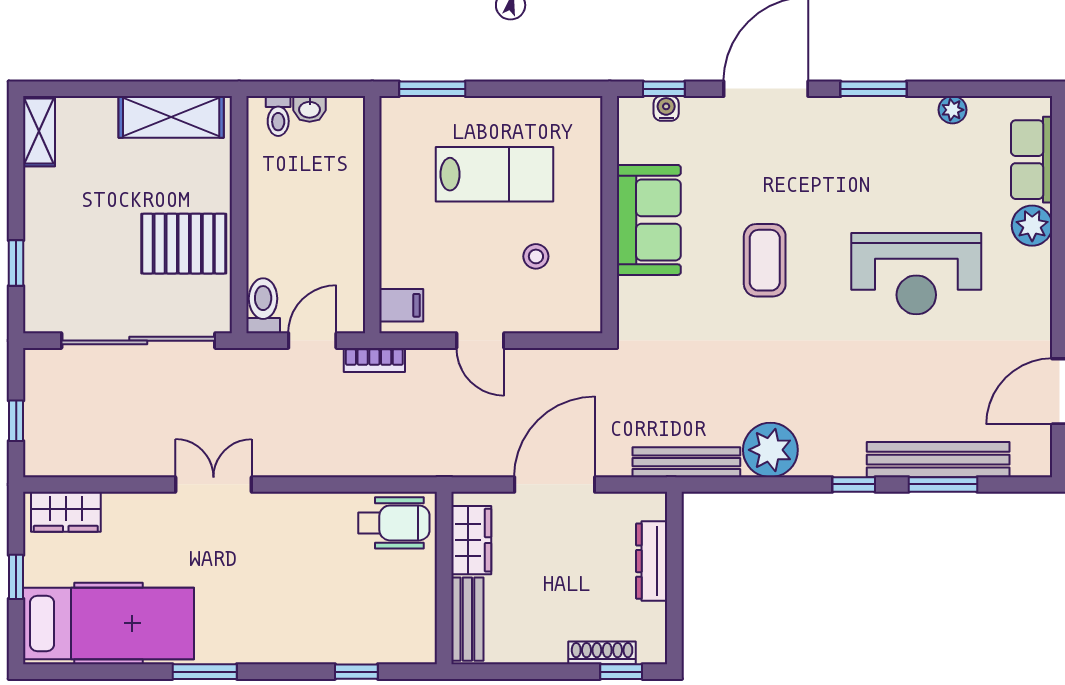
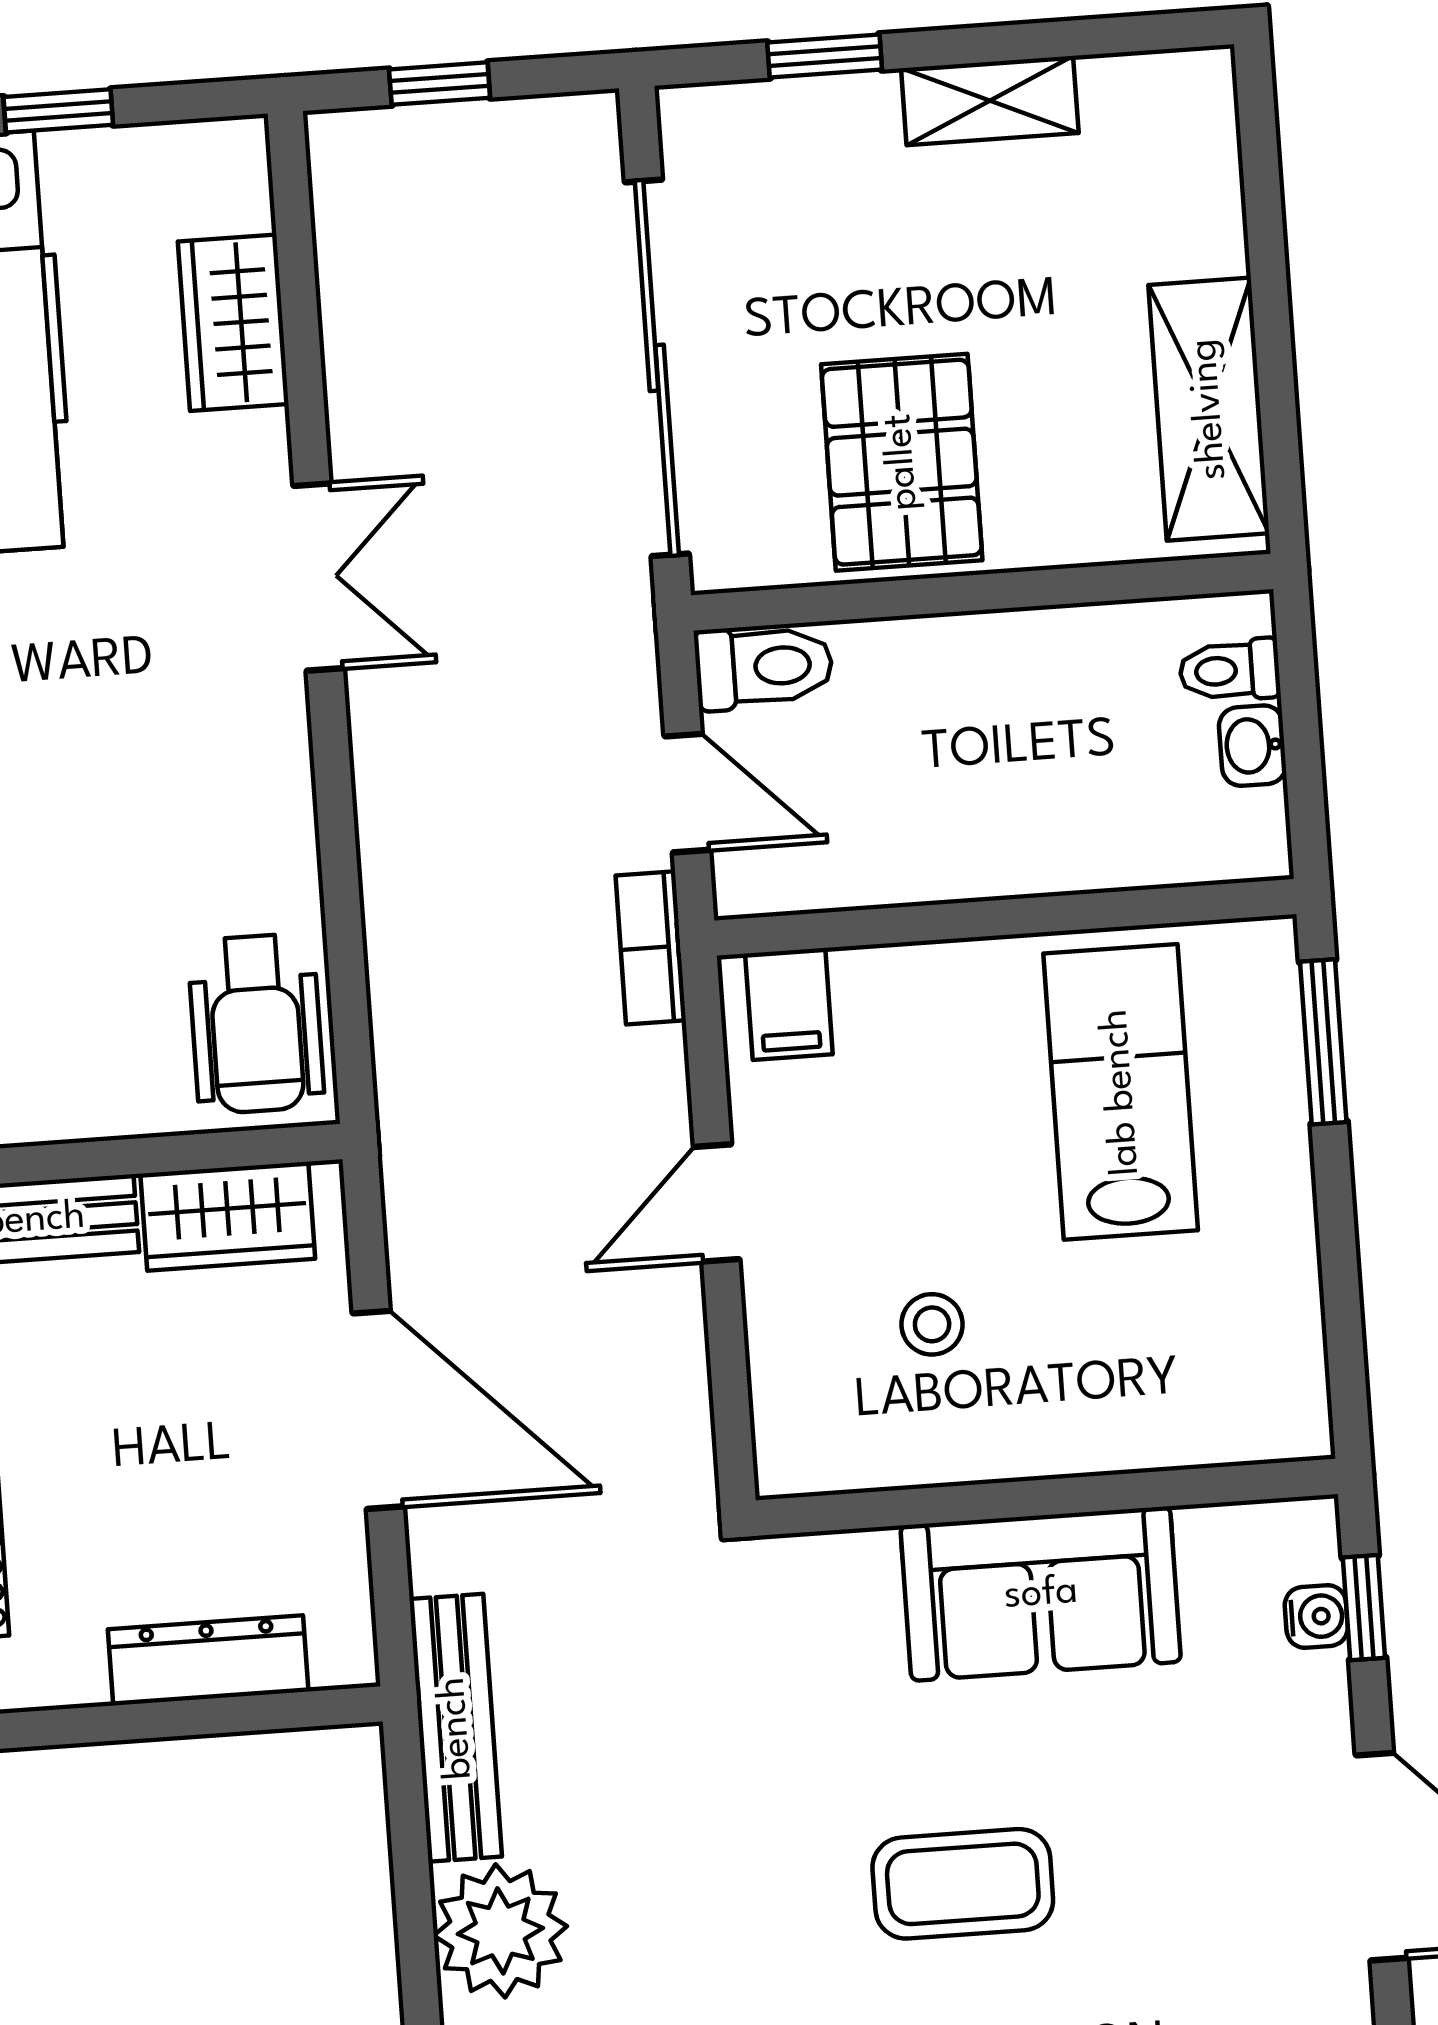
shelving: (39, 131) -> (990, 101), moved
lab bench: (495, 174) -> (1121, 1092), moved, turned 180
wardrobe: (66, 512) -> (233, 323), moved

